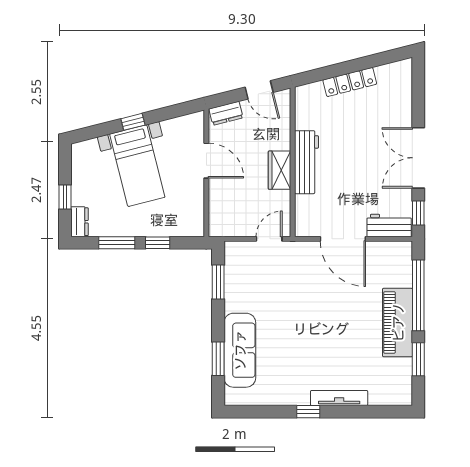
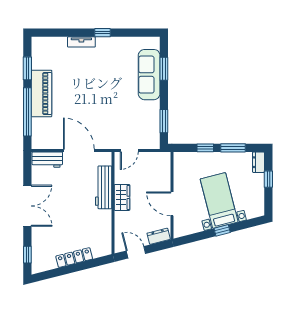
workbench: (307, 162) -> (104, 187), moved
window: (418, 213) -> (27, 255), moved
tv unit: (339, 398) -> (81, 42), width x0.71

